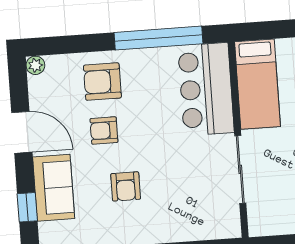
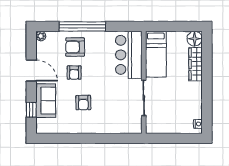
window: (159, 38) -> (82, 26), moved
armchair: (104, 131) -> (74, 73), turned -90

